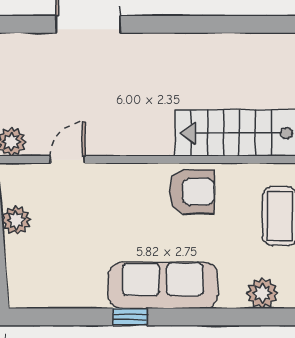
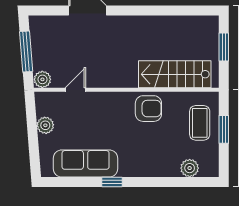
sofa: (163, 285) -> (86, 163), moved

